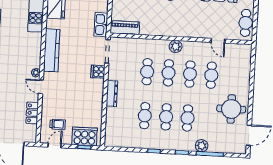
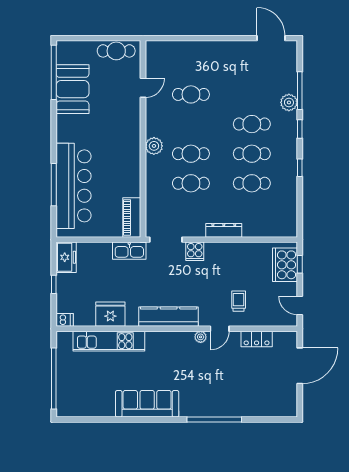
cafe table: (190, 74) -> (191, 124), removed
round table: (231, 109) -> (236, 64), removed
trolley: (58, 124) -> (239, 301), moved

